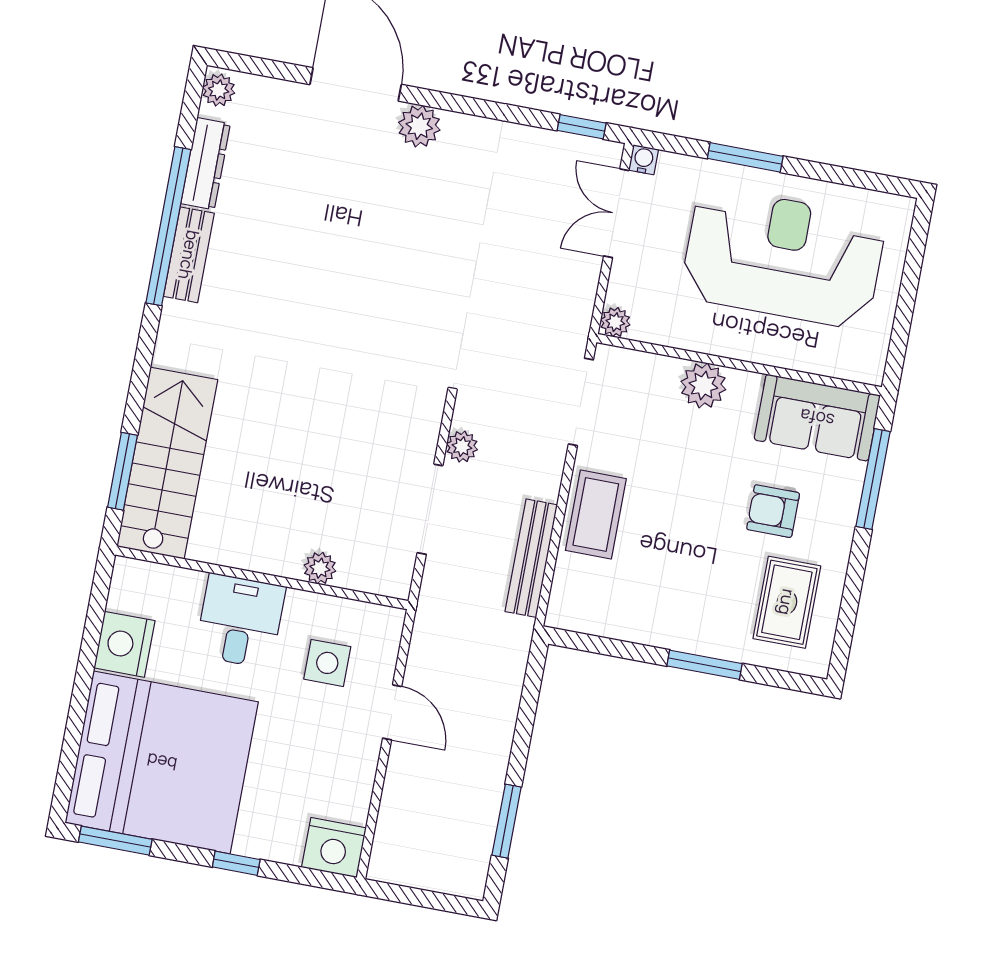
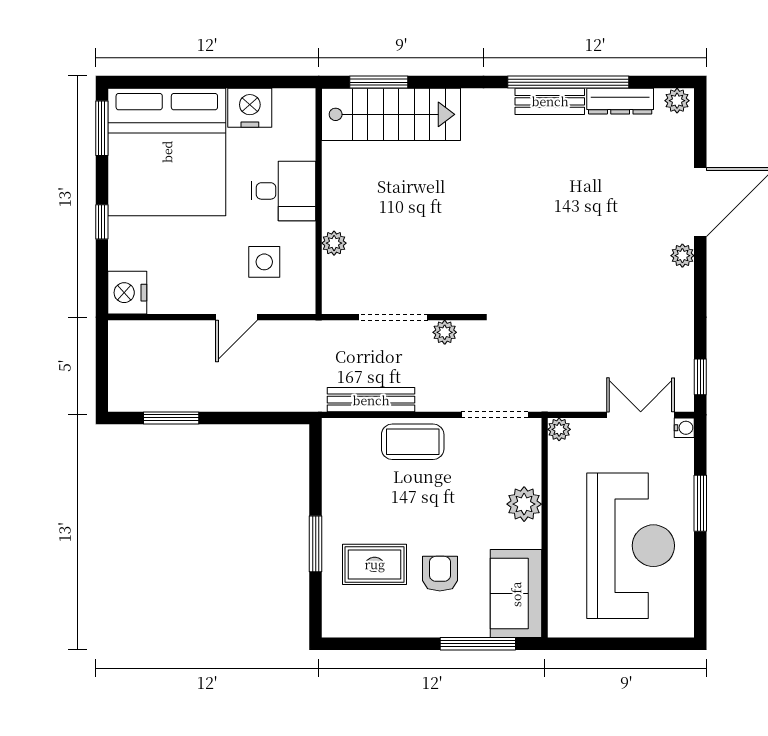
plant: (419, 126) -> (682, 256), width x0.73, depth x0.73
rug: (787, 602) -> (375, 564), moved

